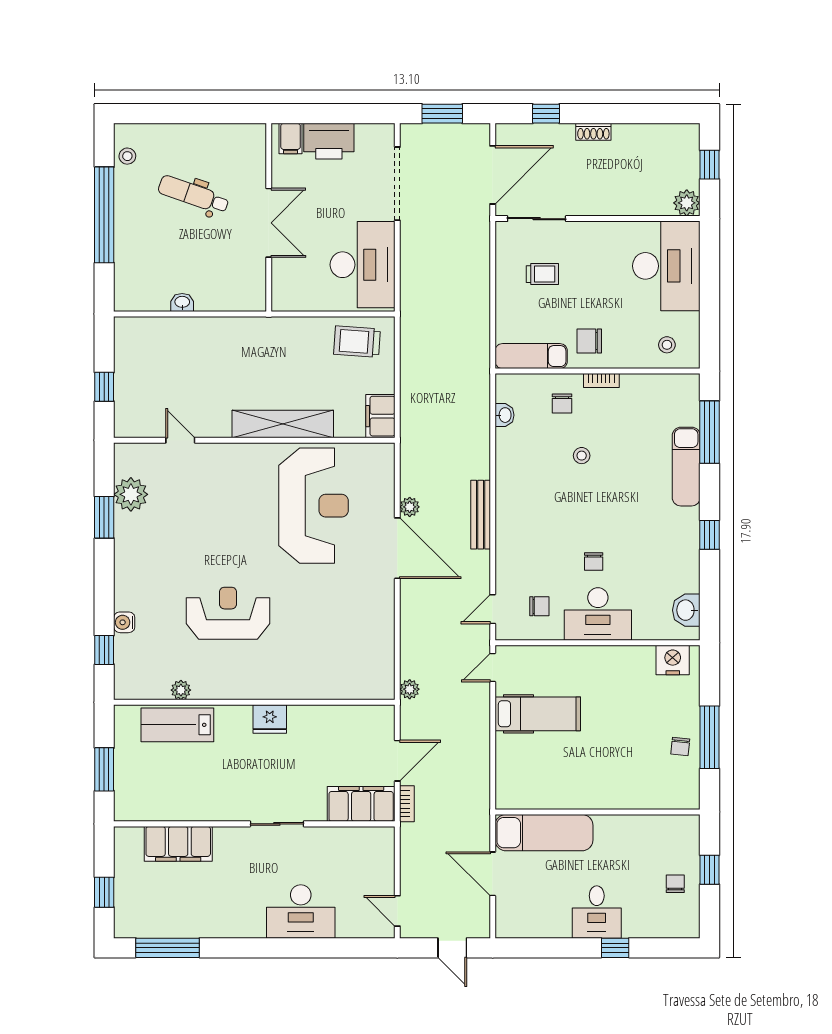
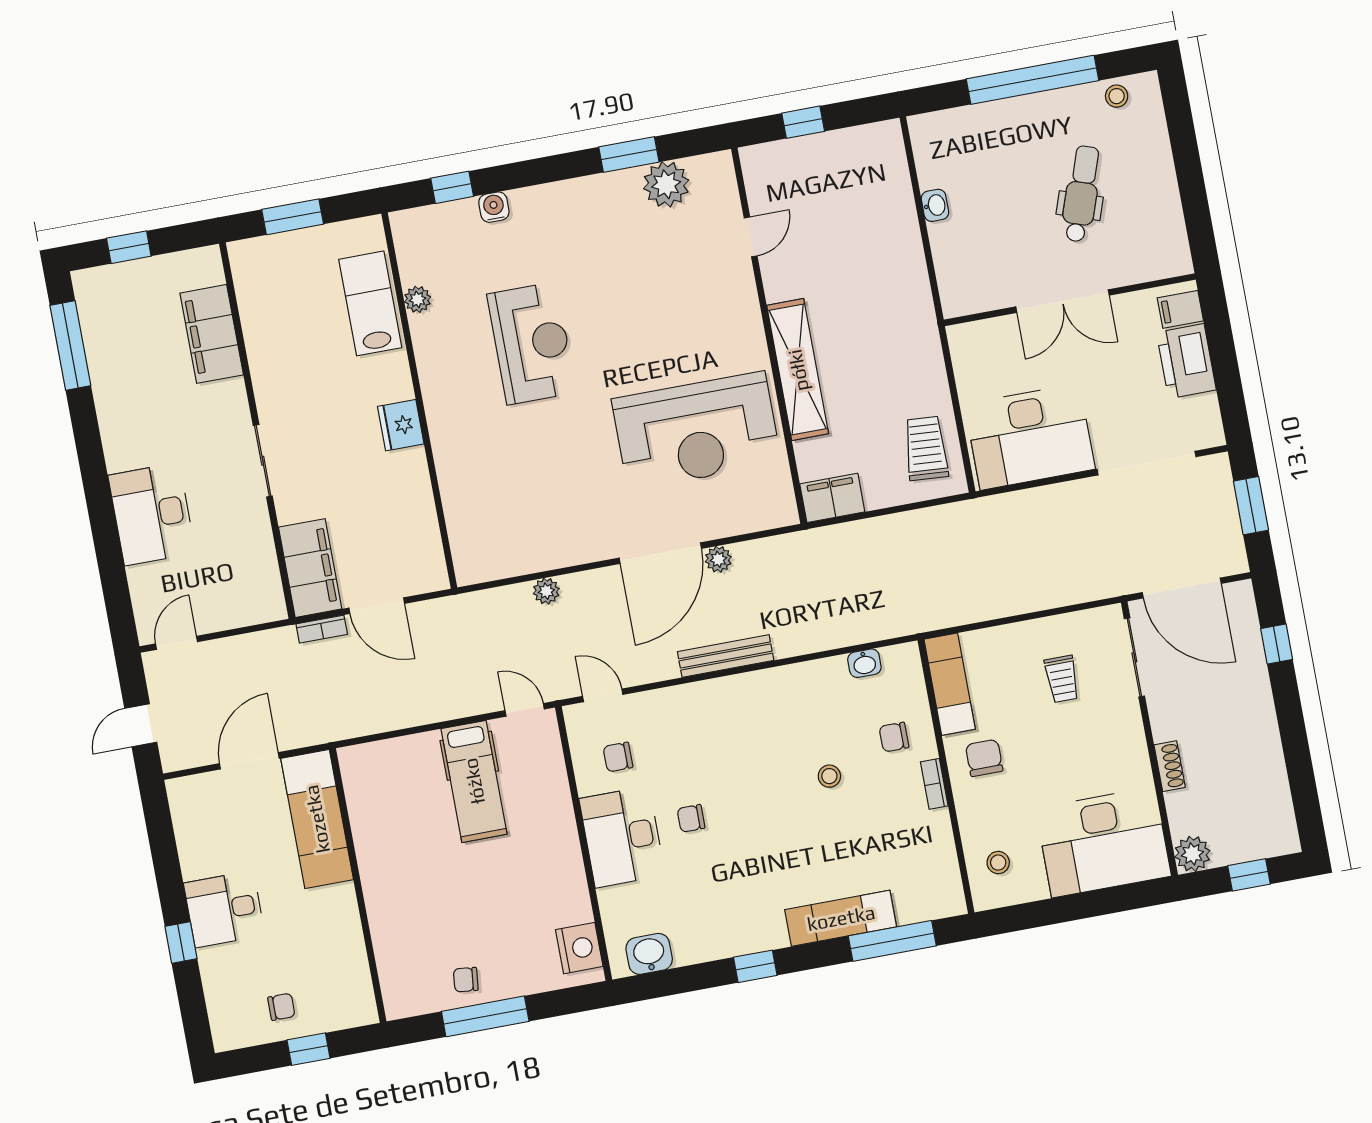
shoe rack: (593, 132) -> (1170, 766), moved, turned 180
chair: (539, 606) -> (618, 757), turned 90
plant: (410, 689) -> (546, 591), moved

